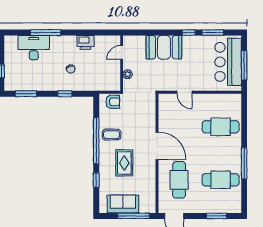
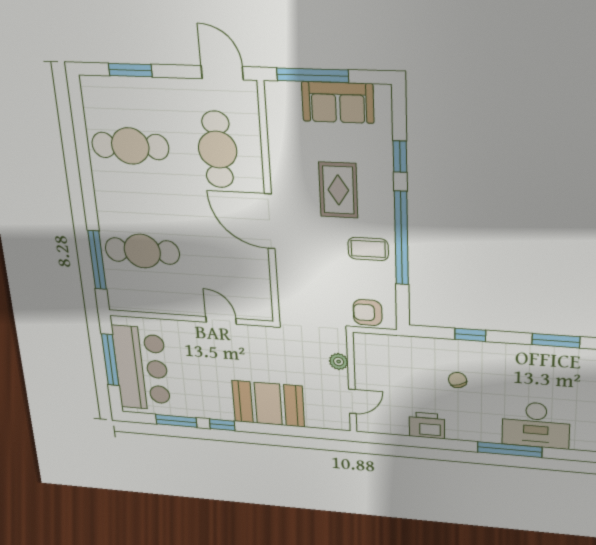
window: (244, 163) -> (97, 260), moved

